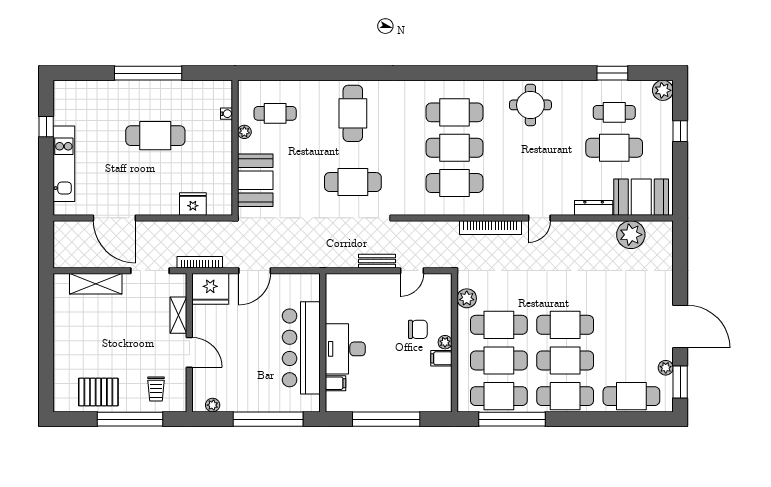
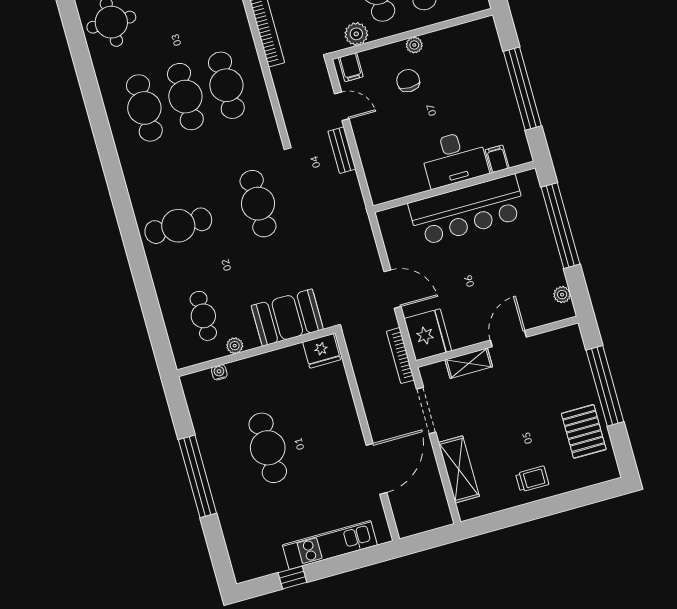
fridge: (193, 204) -> (322, 351), moved, turned -90
filing cabinet: (441, 358) -> (351, 67), moved
trolley: (156, 389) -> (532, 479), moved

